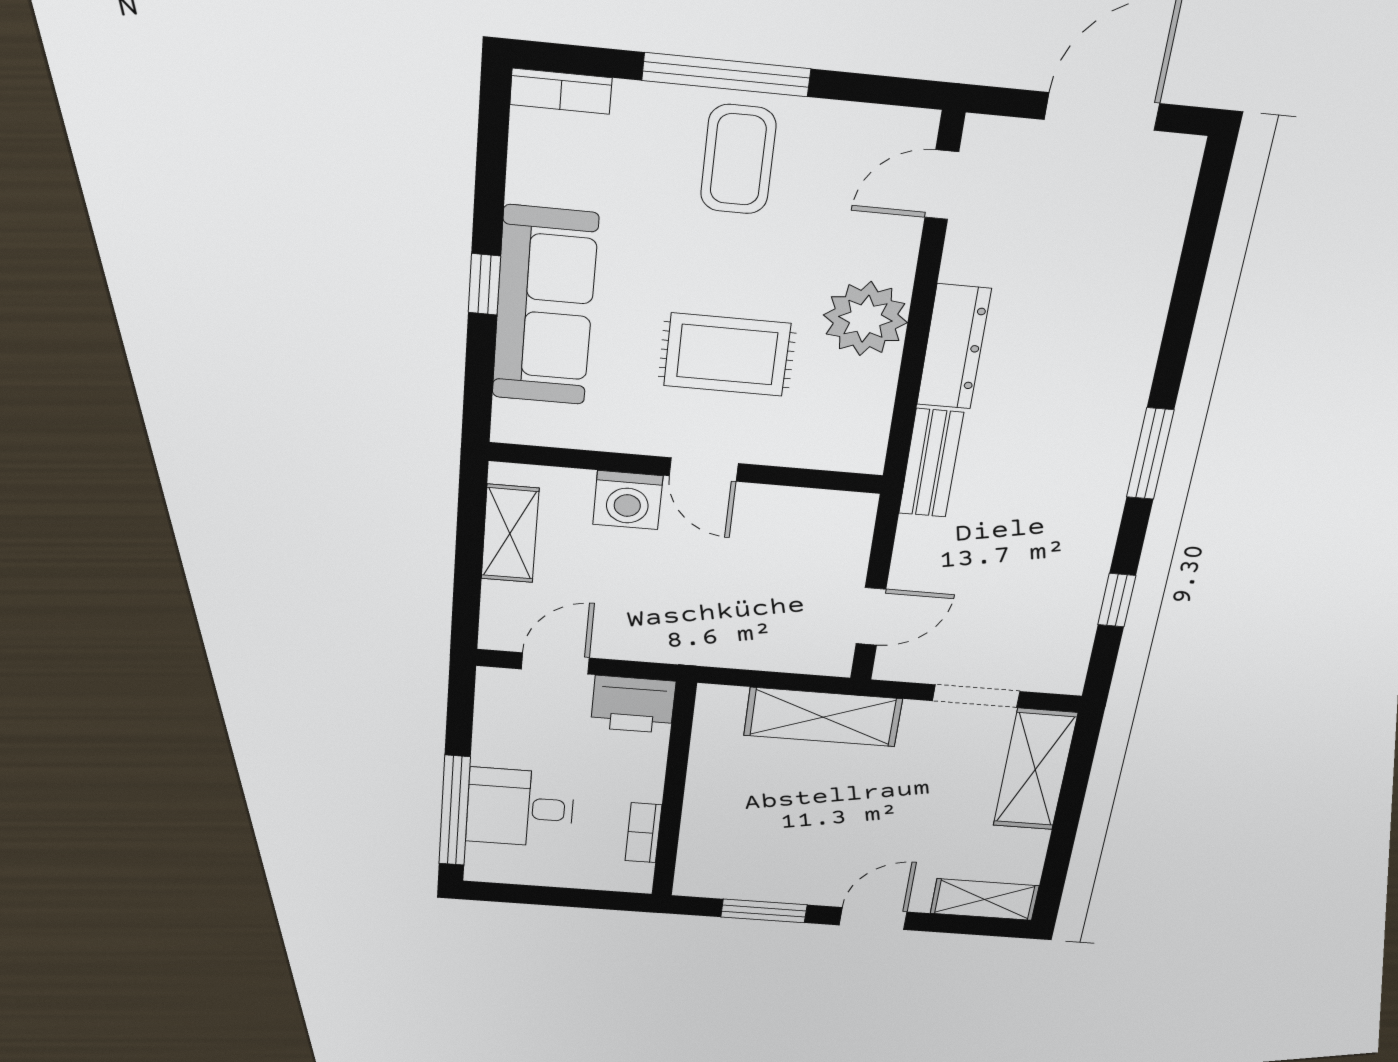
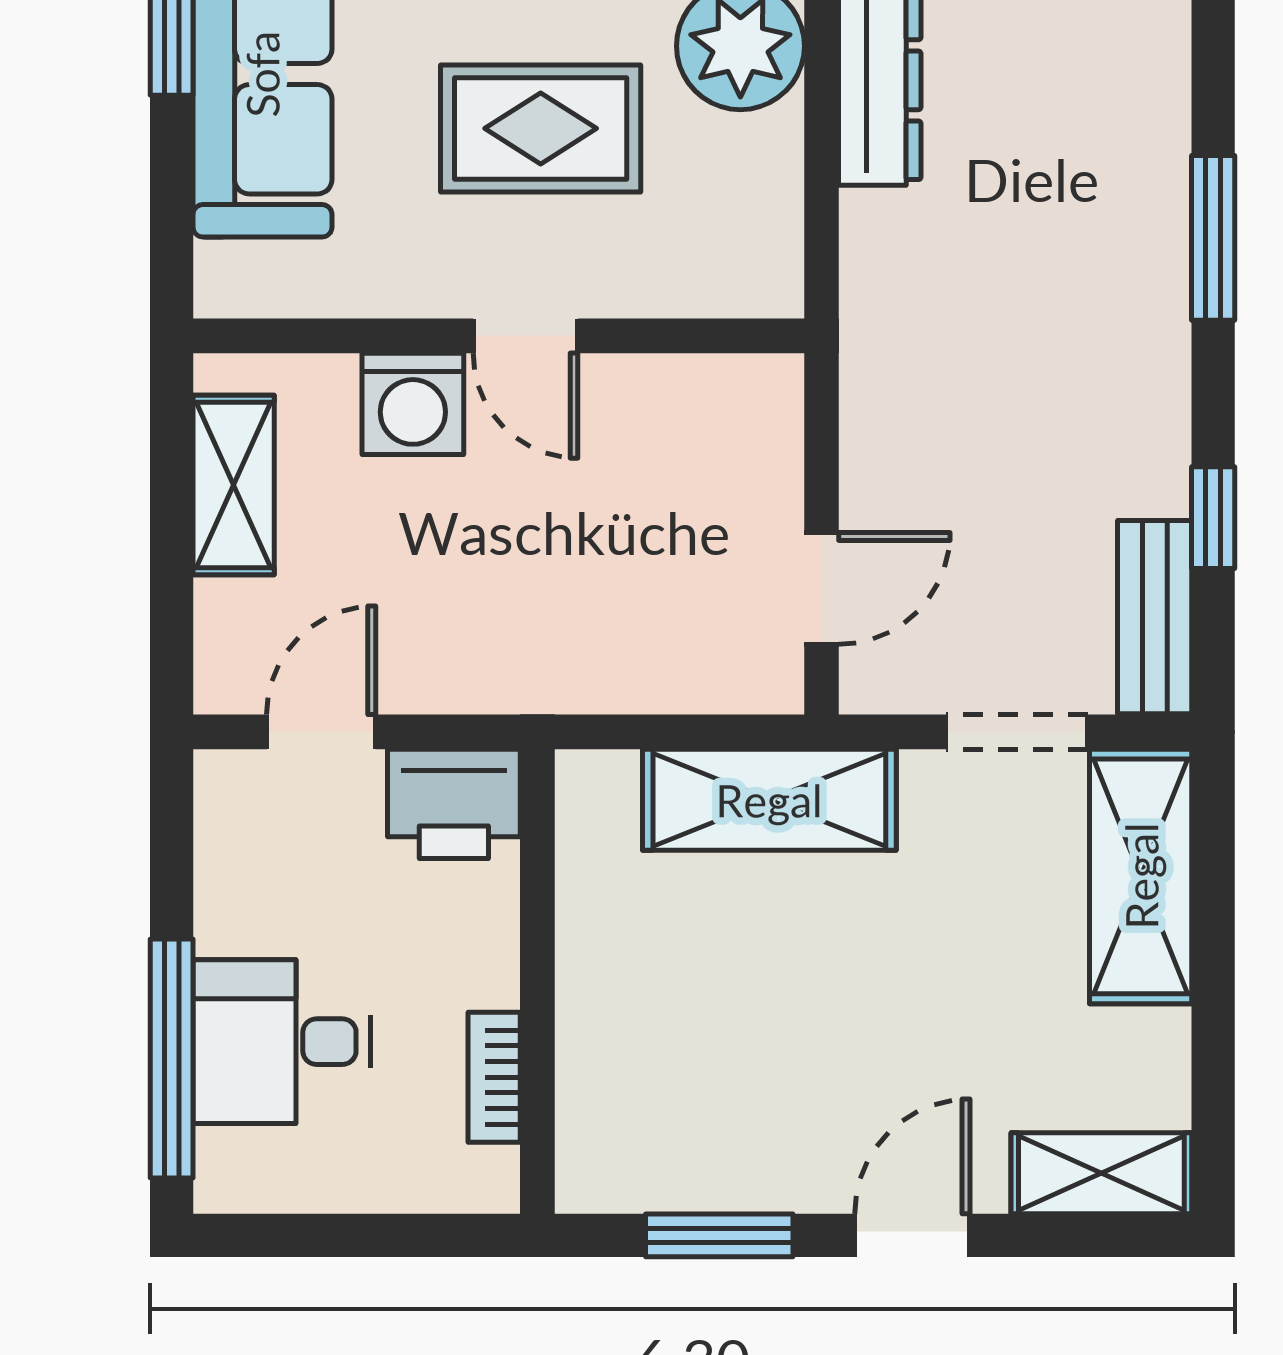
bench: (931, 463) -> (1155, 617), moved

